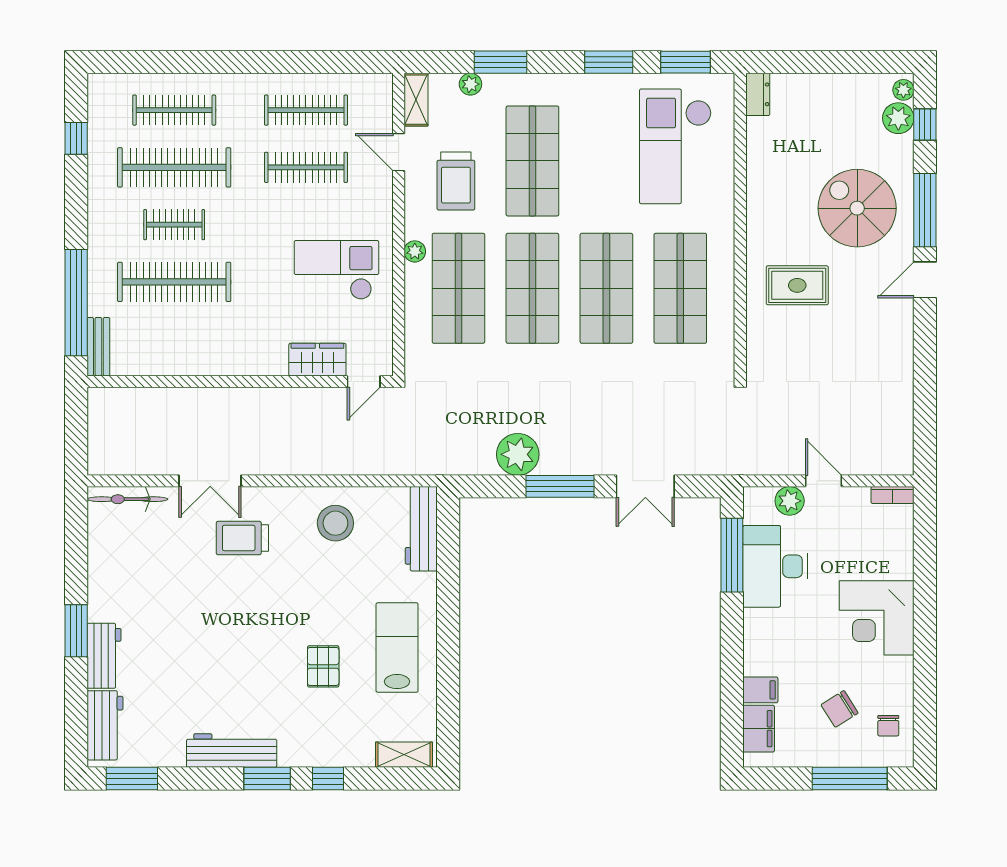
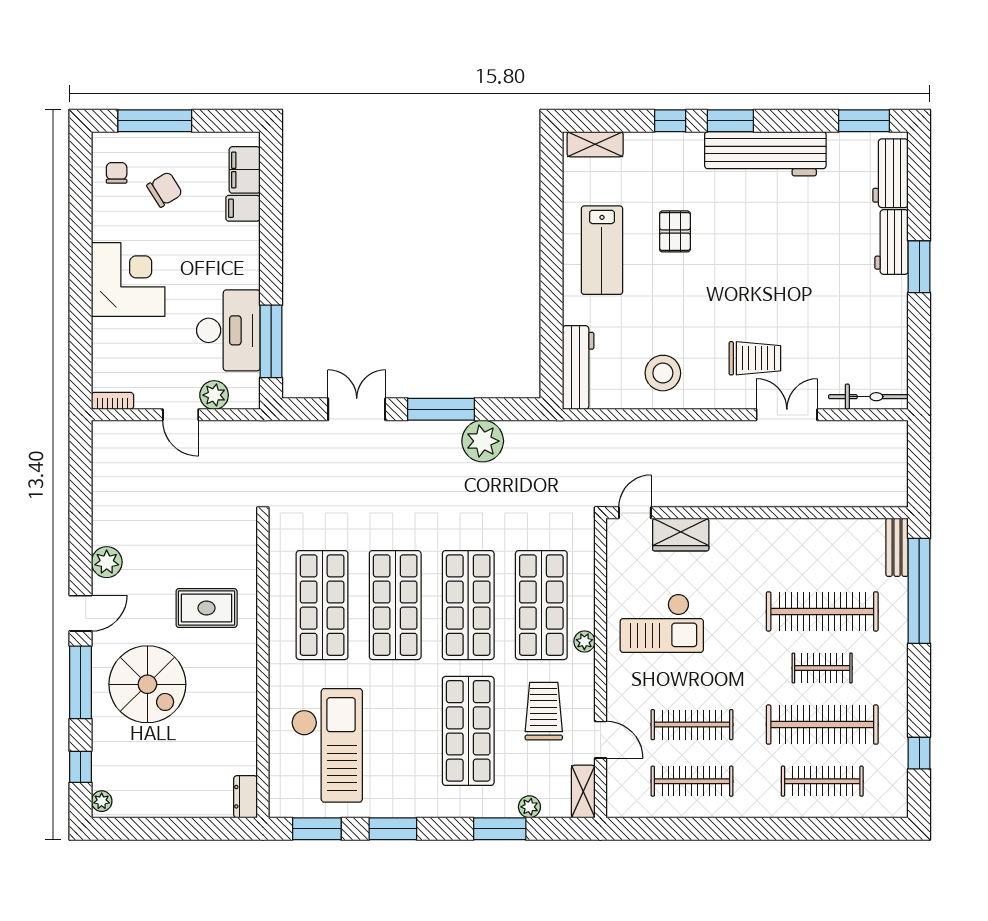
plant: (898, 118) -> (107, 562), moved
workbench: (232, 751) -> (765, 154), width x1.36, depth x1.32

